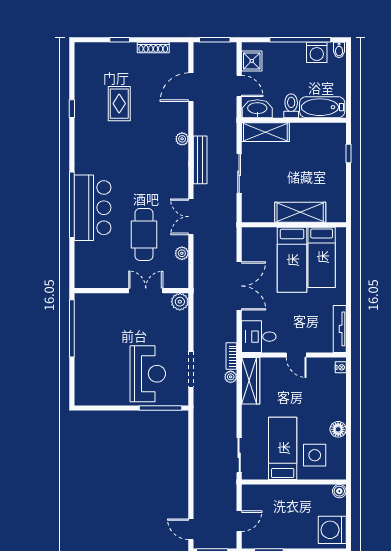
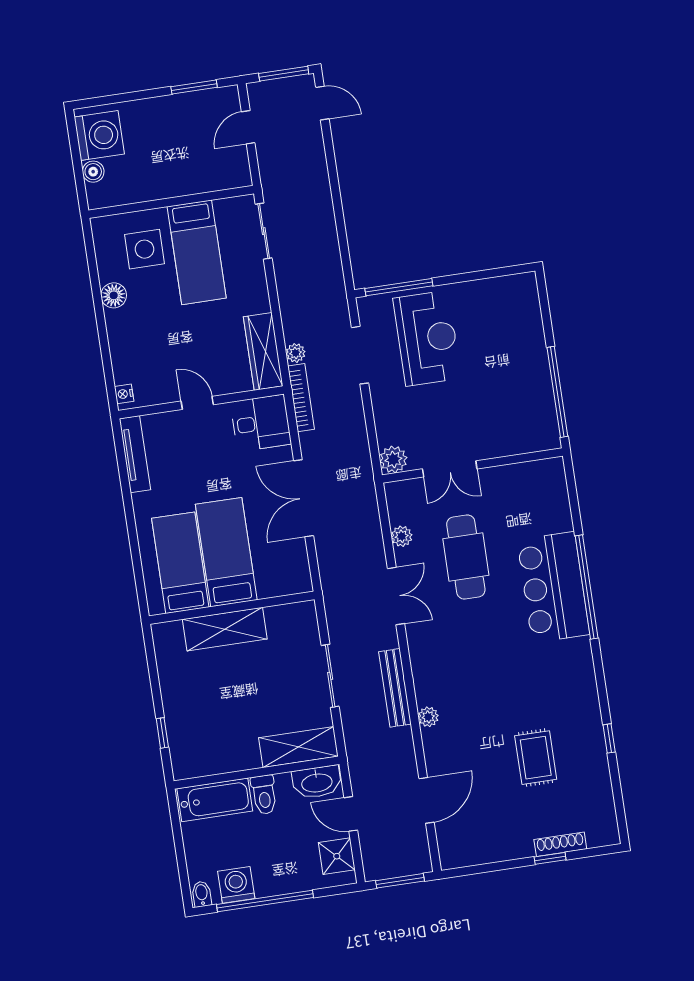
shoe rack: (153, 48) -> (560, 844), moved
bookcase: (231, 356) -> (301, 398), width x1.56
reception desk: (148, 374) -> (427, 338), turned 180
boiler: (339, 491) -> (93, 172), moved

